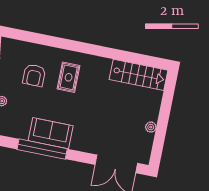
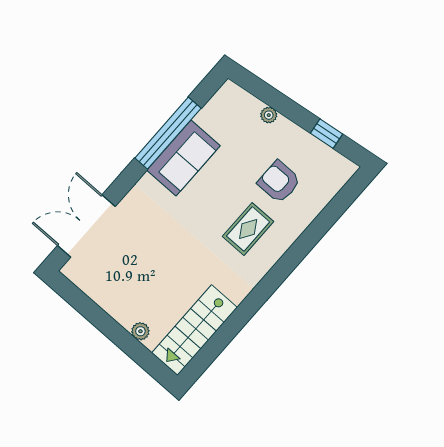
rug: (69, 77) -> (248, 229), turned 90
plant: (151, 127) -> (140, 331), moved

